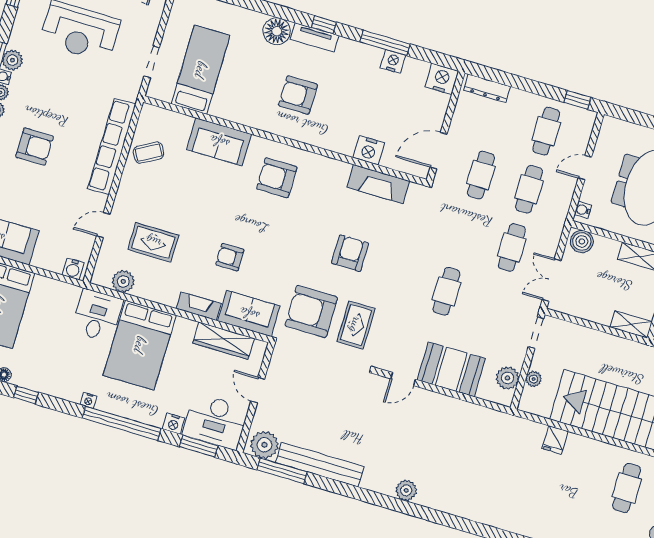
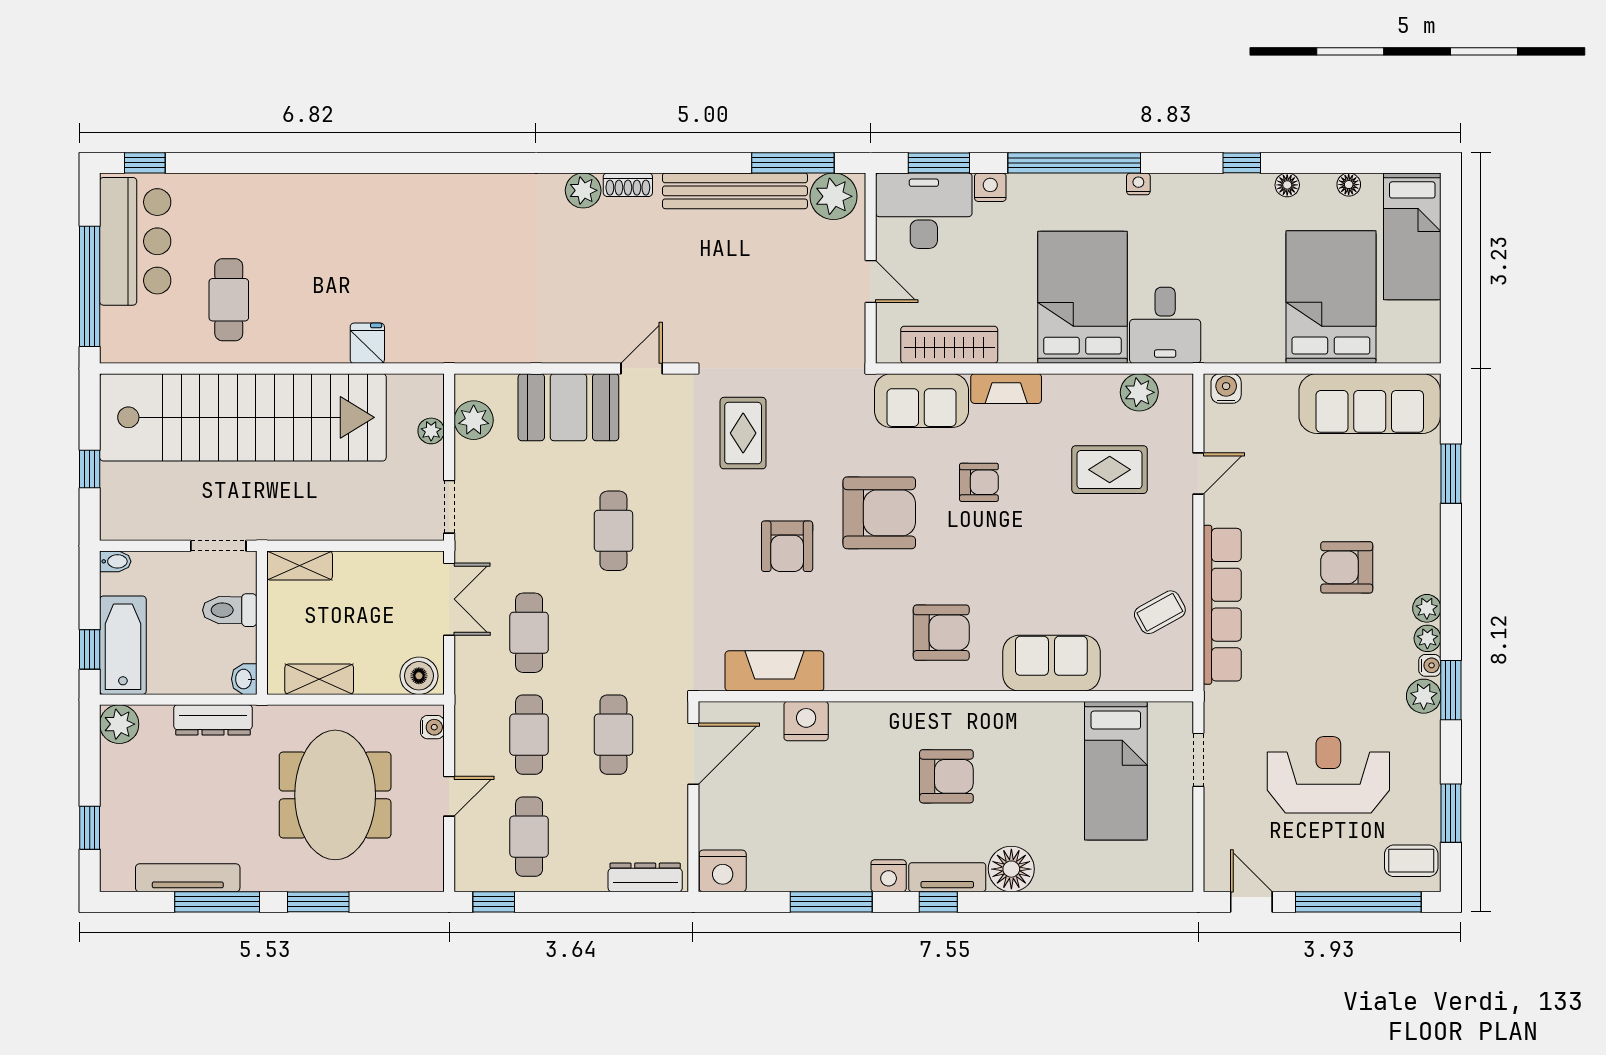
nightstand: (393, 61) -> (889, 876), moved
armchair: (311, 312) -> (879, 513), moved
shoe rack: (380, 486) -> (628, 185), added

